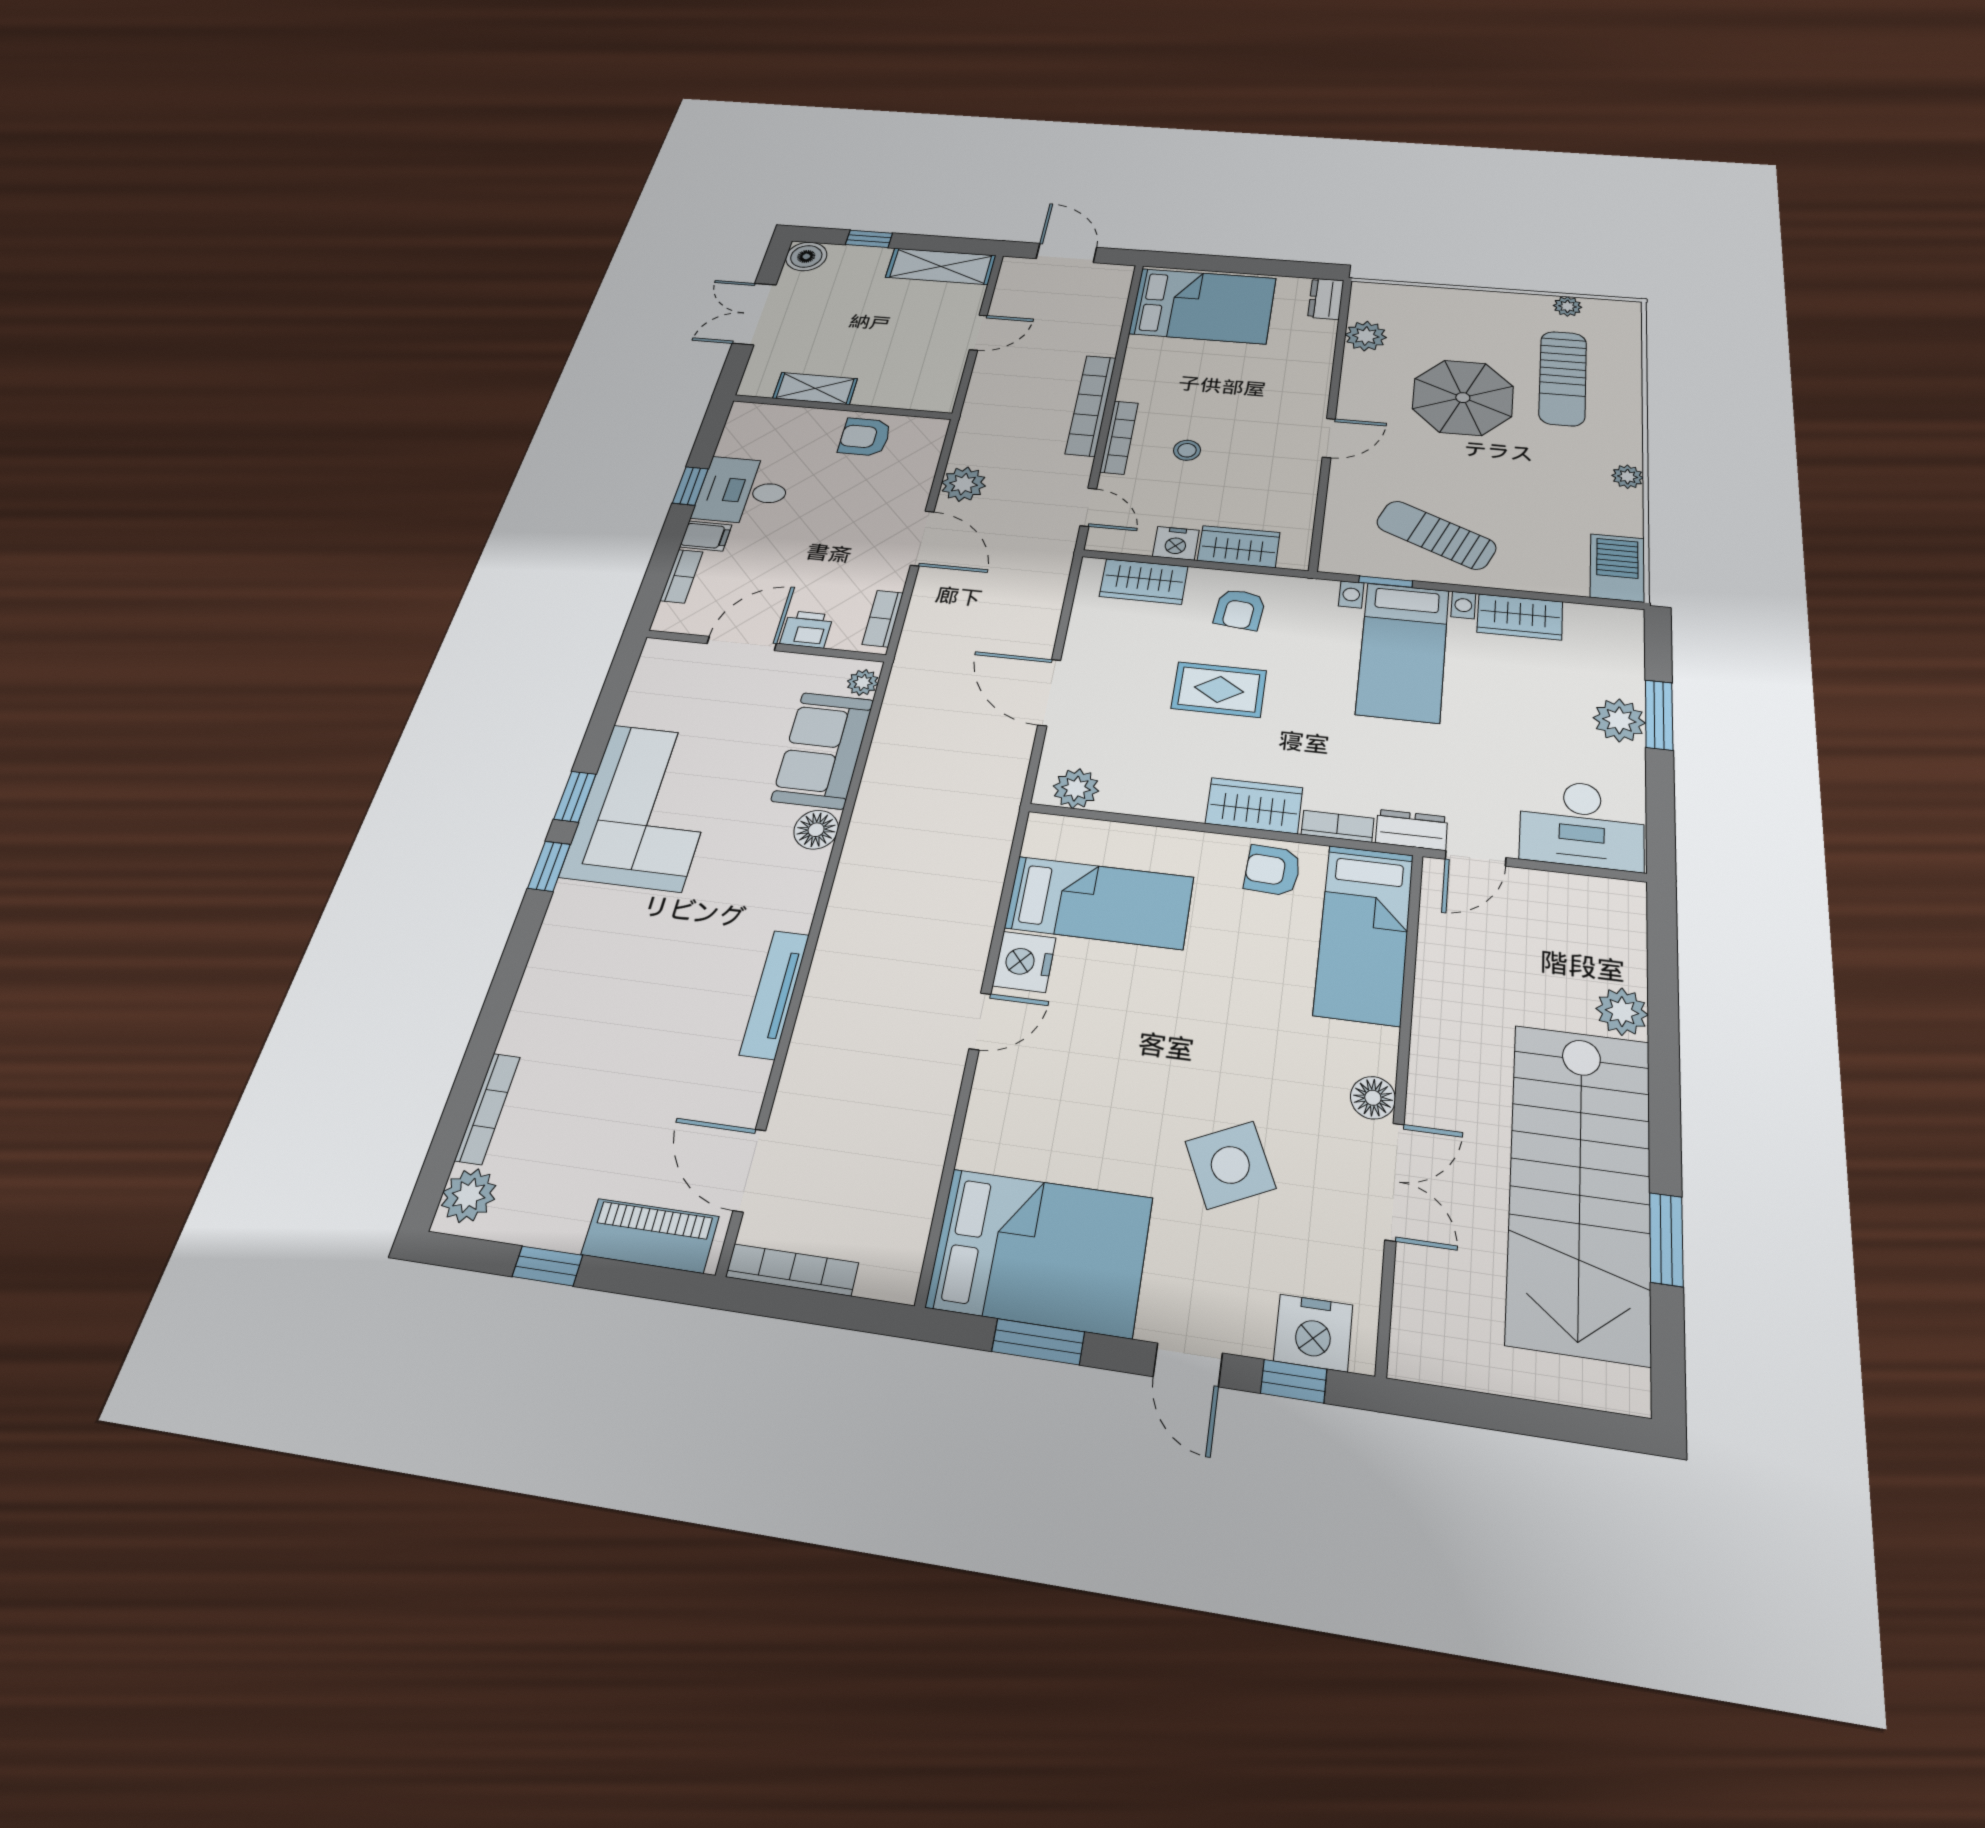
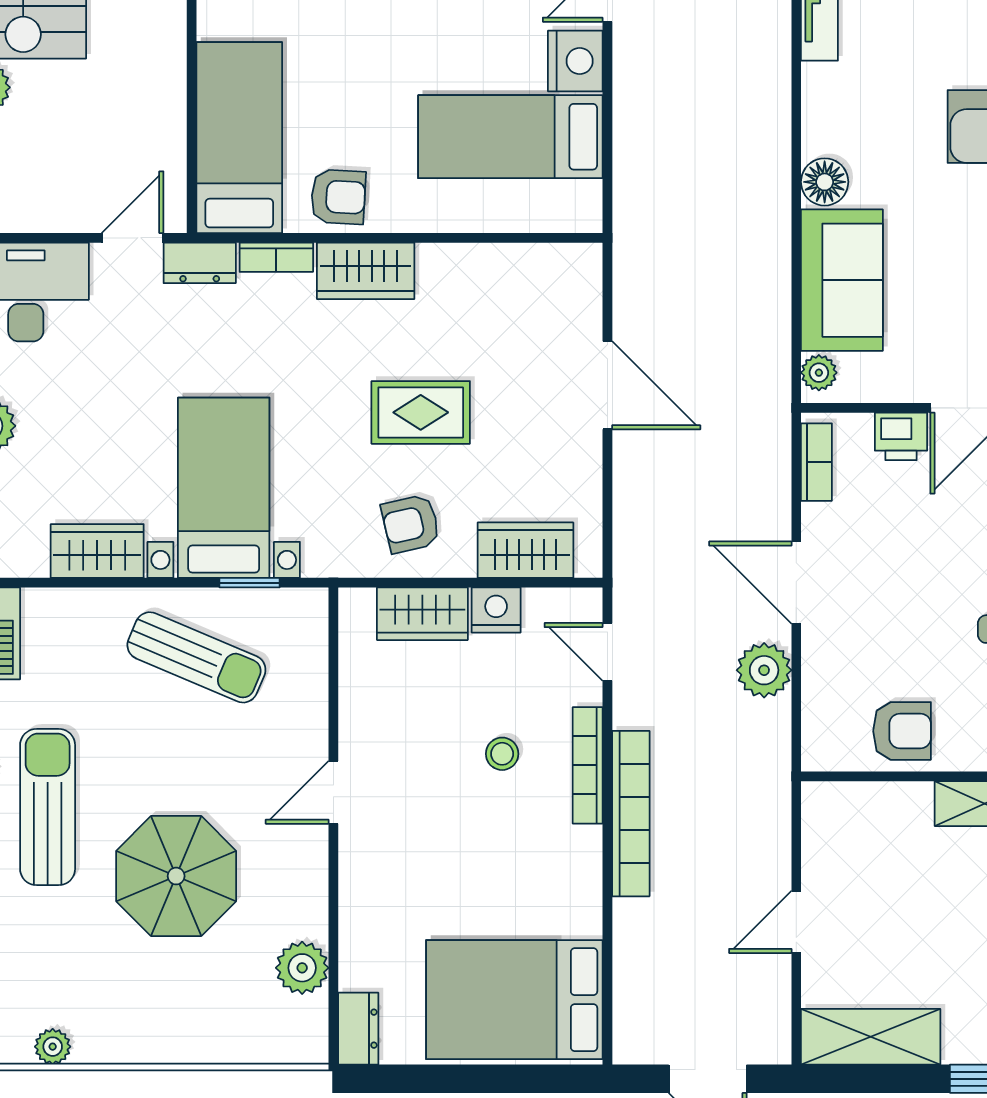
sun lounger: (1563, 378) -> (48, 807), moved
armchair: (1240, 609) -> (411, 524), turned -109
plant: (1076, 788) -> (557, 267), removed

